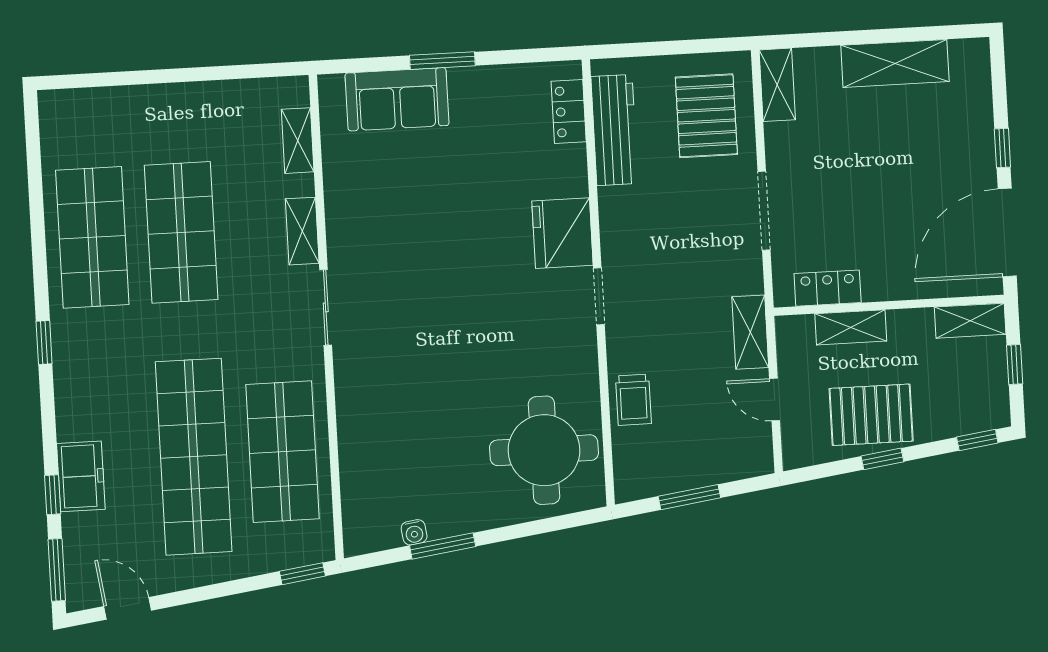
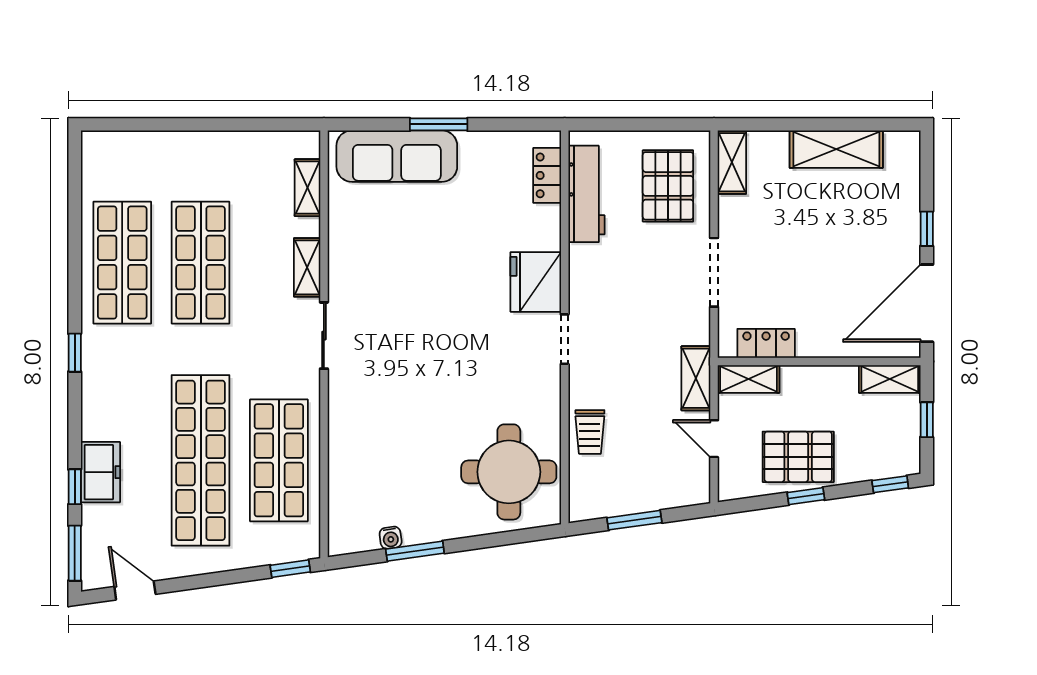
sofa: (397, 99) -> (397, 156), width x1.36
shelving: (851, 327) -> (748, 379), moved

